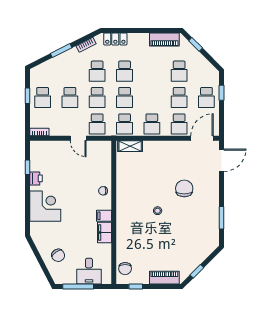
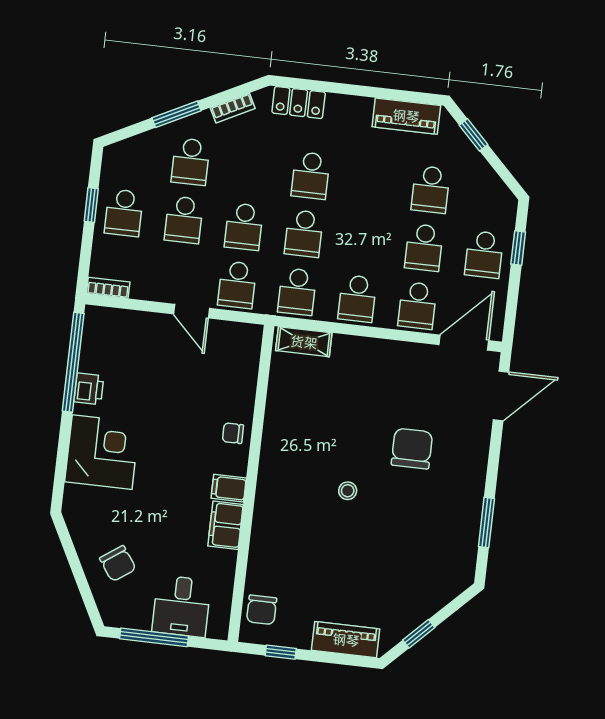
school desk: (97, 71) -> (191, 162), moved
window: (28, 167) -> (73, 362), width x3.17

